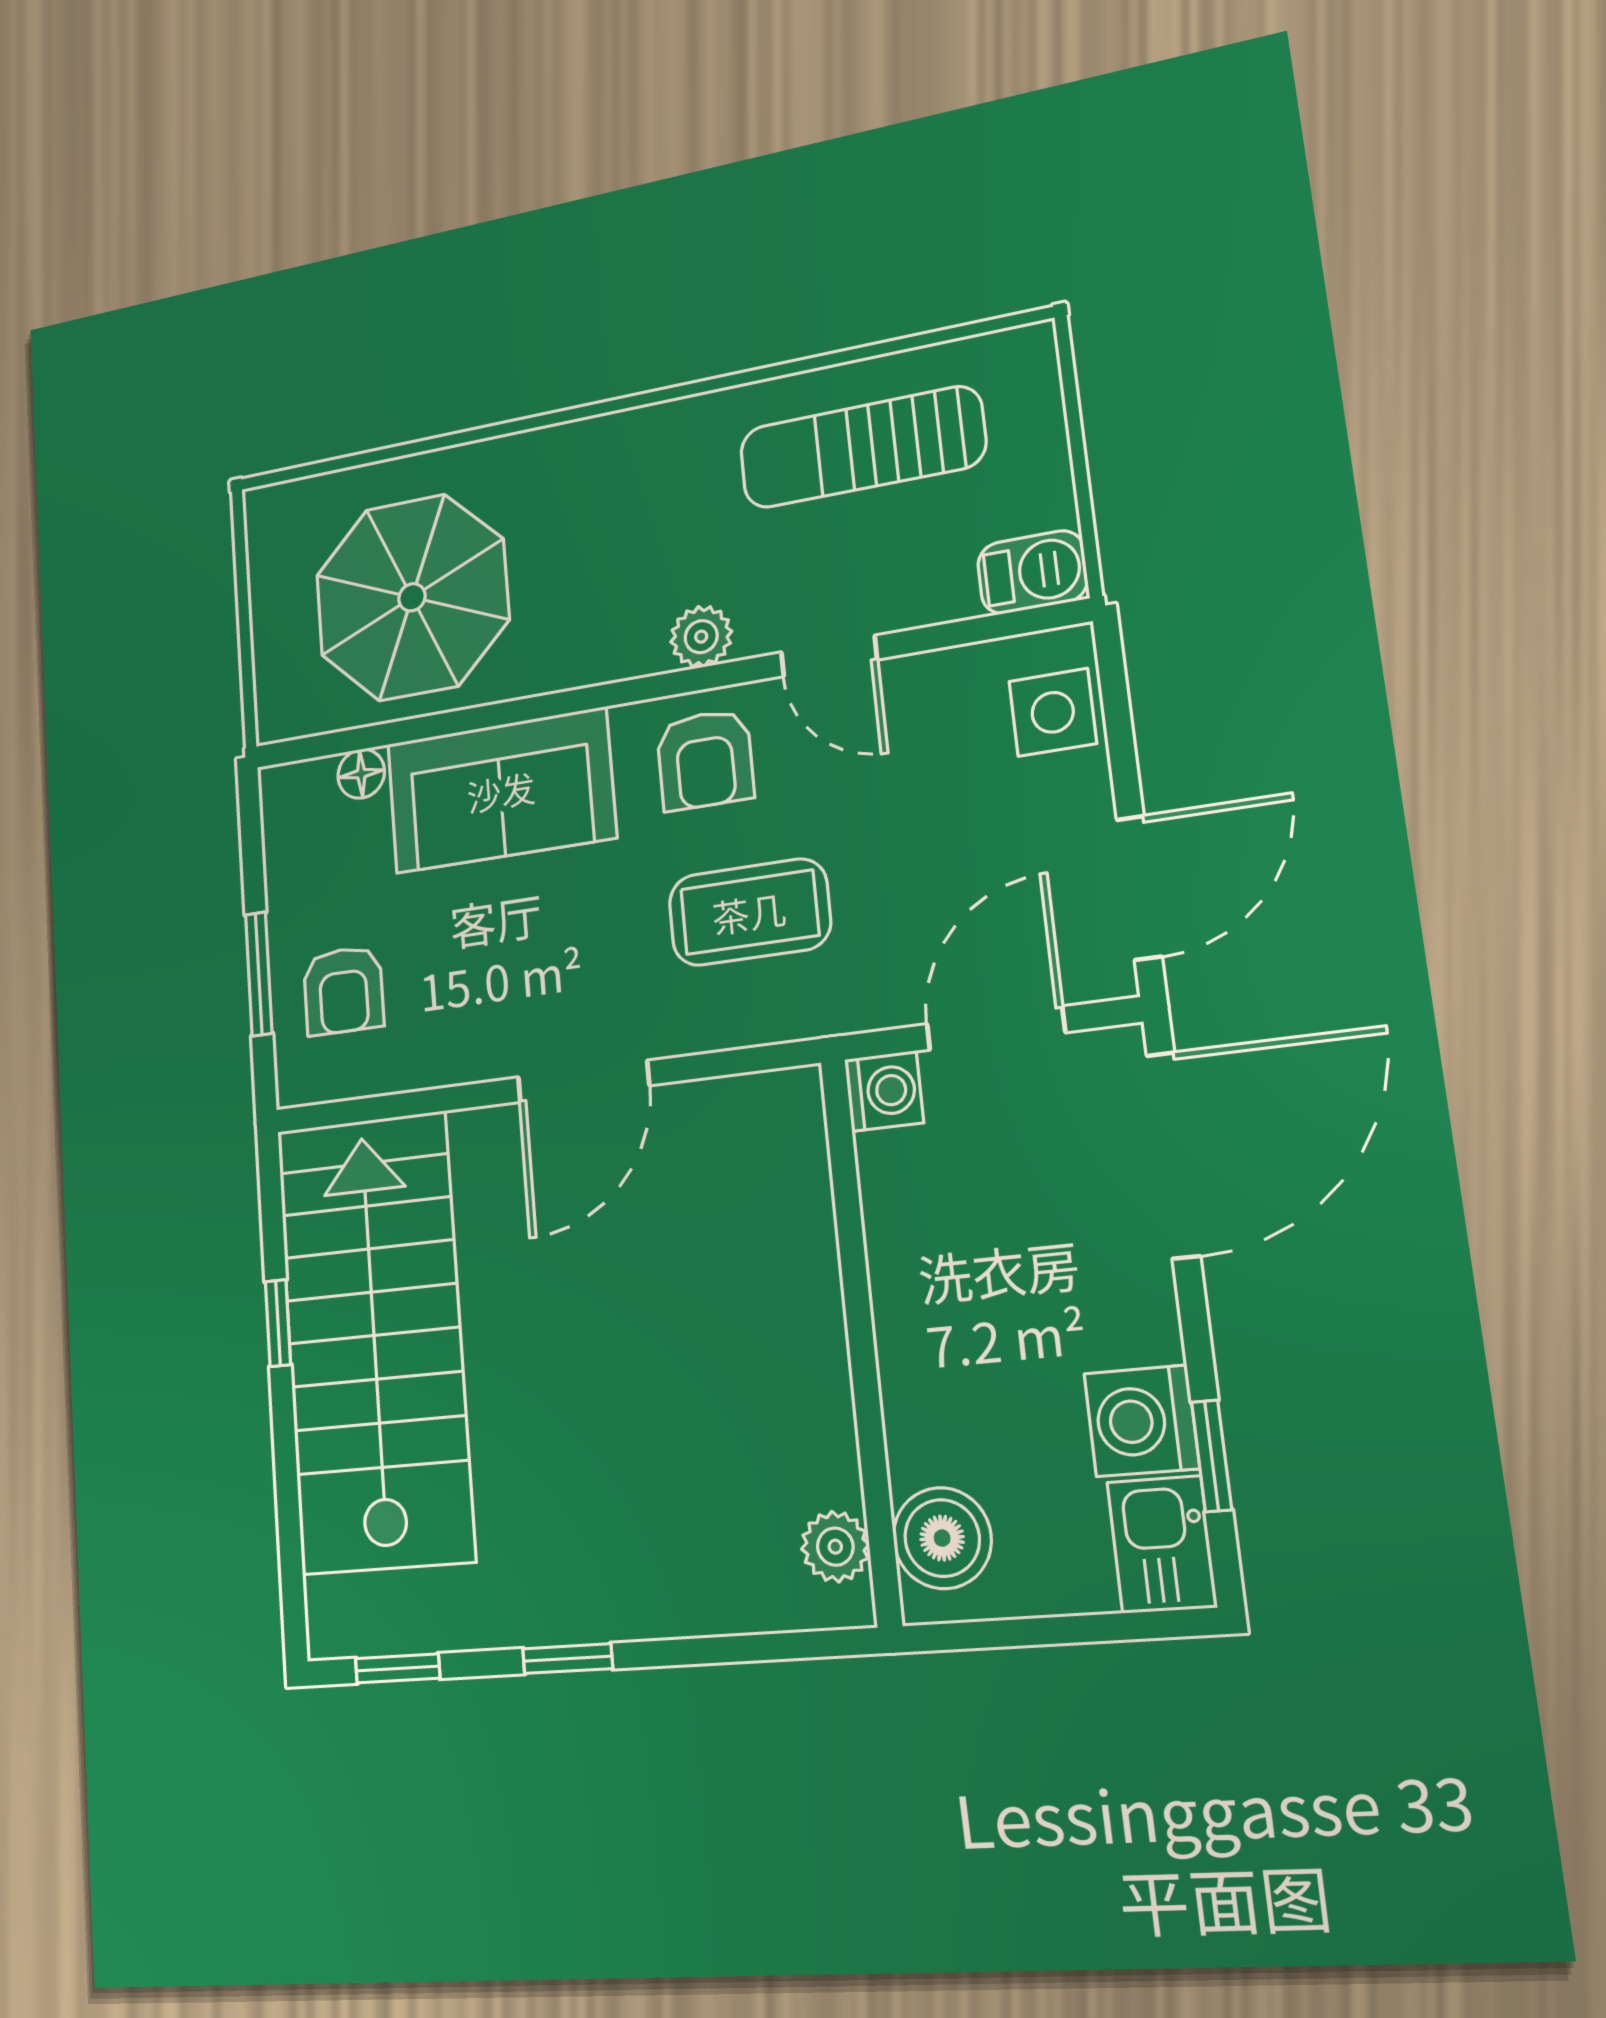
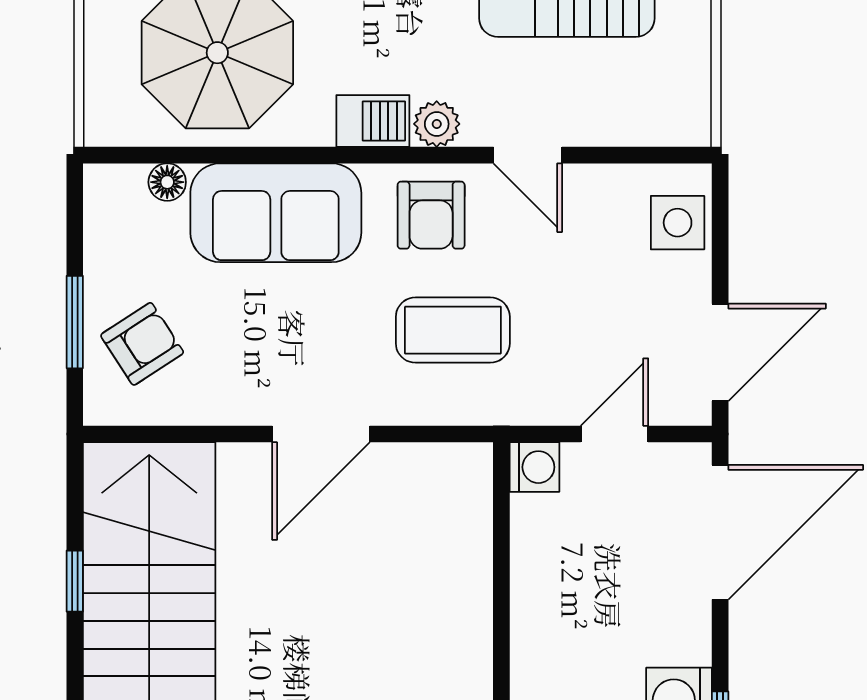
barbecue: (1032, 572) -> (373, 121), moved
armchair: (343, 990) -> (142, 344), turned -123
door: (996, 1028) -> (614, 434), width x0.73

